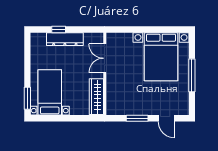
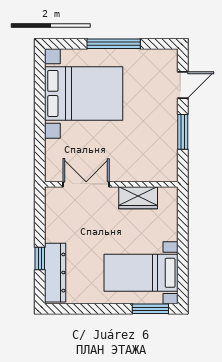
dresser: (65, 39) -> (55, 273), moved
double door: (105, 58) -> (86, 184), swing flipped
wardrobe: (96, 97) -> (138, 198), width x0.67

